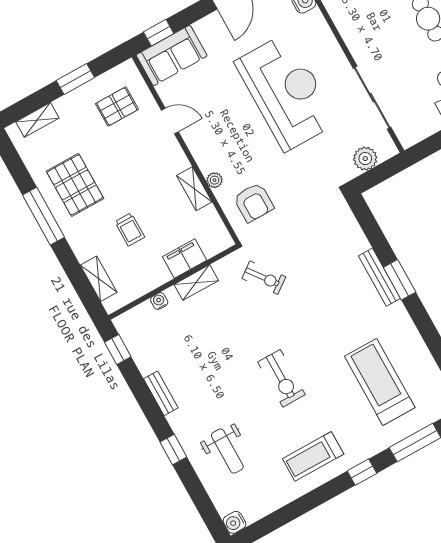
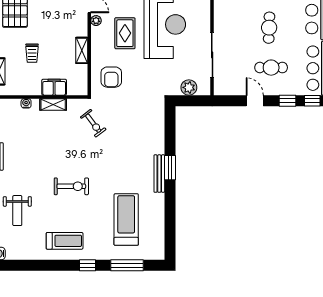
rug: (239, 134) -> (125, 33), added
plant: (215, 180) -> (96, 21), moved
bench: (379, 277) -> (159, 174), moved
exercise bike: (282, 378) -> (71, 186), turned -90
treadmill: (313, 456) -> (65, 241), turned 180

